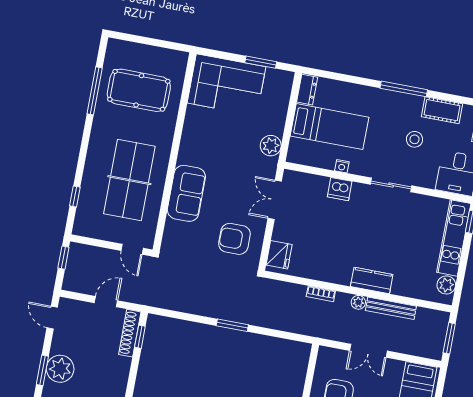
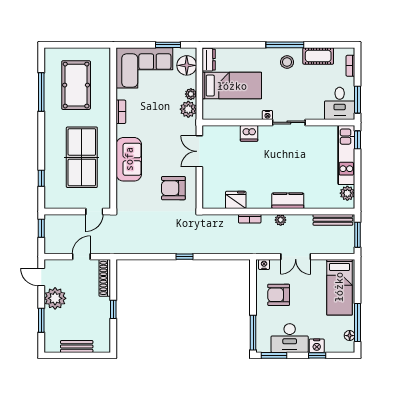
pool table: (139, 90) -> (76, 85), turned 90
floor lamp: (279, 92) -> (187, 65), added
plant: (277, 128) -> (191, 94), added
bookcase: (188, 133) -> (121, 112), added
stool: (415, 139) -> (287, 62), moved
nightstand: (342, 166) -> (267, 115), moved
door: (132, 249) -> (94, 211), hinge flipped
fridge: (279, 255) -> (236, 200), moved, turned -90
bench: (391, 308) -> (333, 220), moved
window: (232, 325) -> (185, 257), width x0.67
window: (140, 337) -> (113, 309), moved
nightstand: (328, 353) -> (264, 265), added
plant: (60, 369) -> (55, 298), moved

